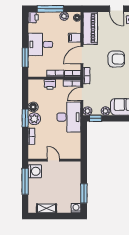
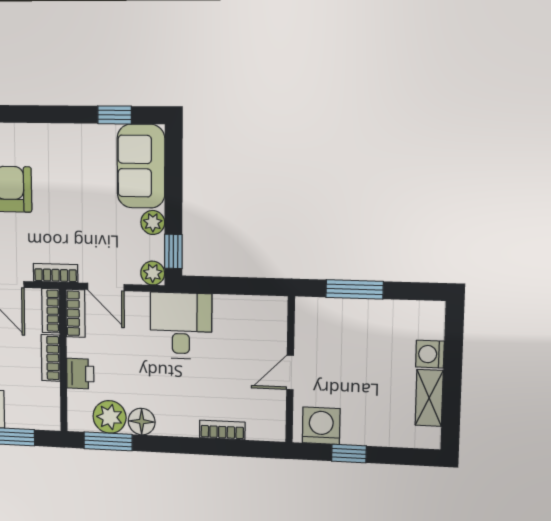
desk: (69, 117) -> (181, 326), width x0.73
window: (25, 118) -> (108, 441), moved
plant: (34, 119) -> (110, 417), moved
window: (25, 181) -> (349, 454), width x0.46
window: (84, 193) -> (355, 289), moved
washing machine: (76, 208) -> (430, 354), moved

